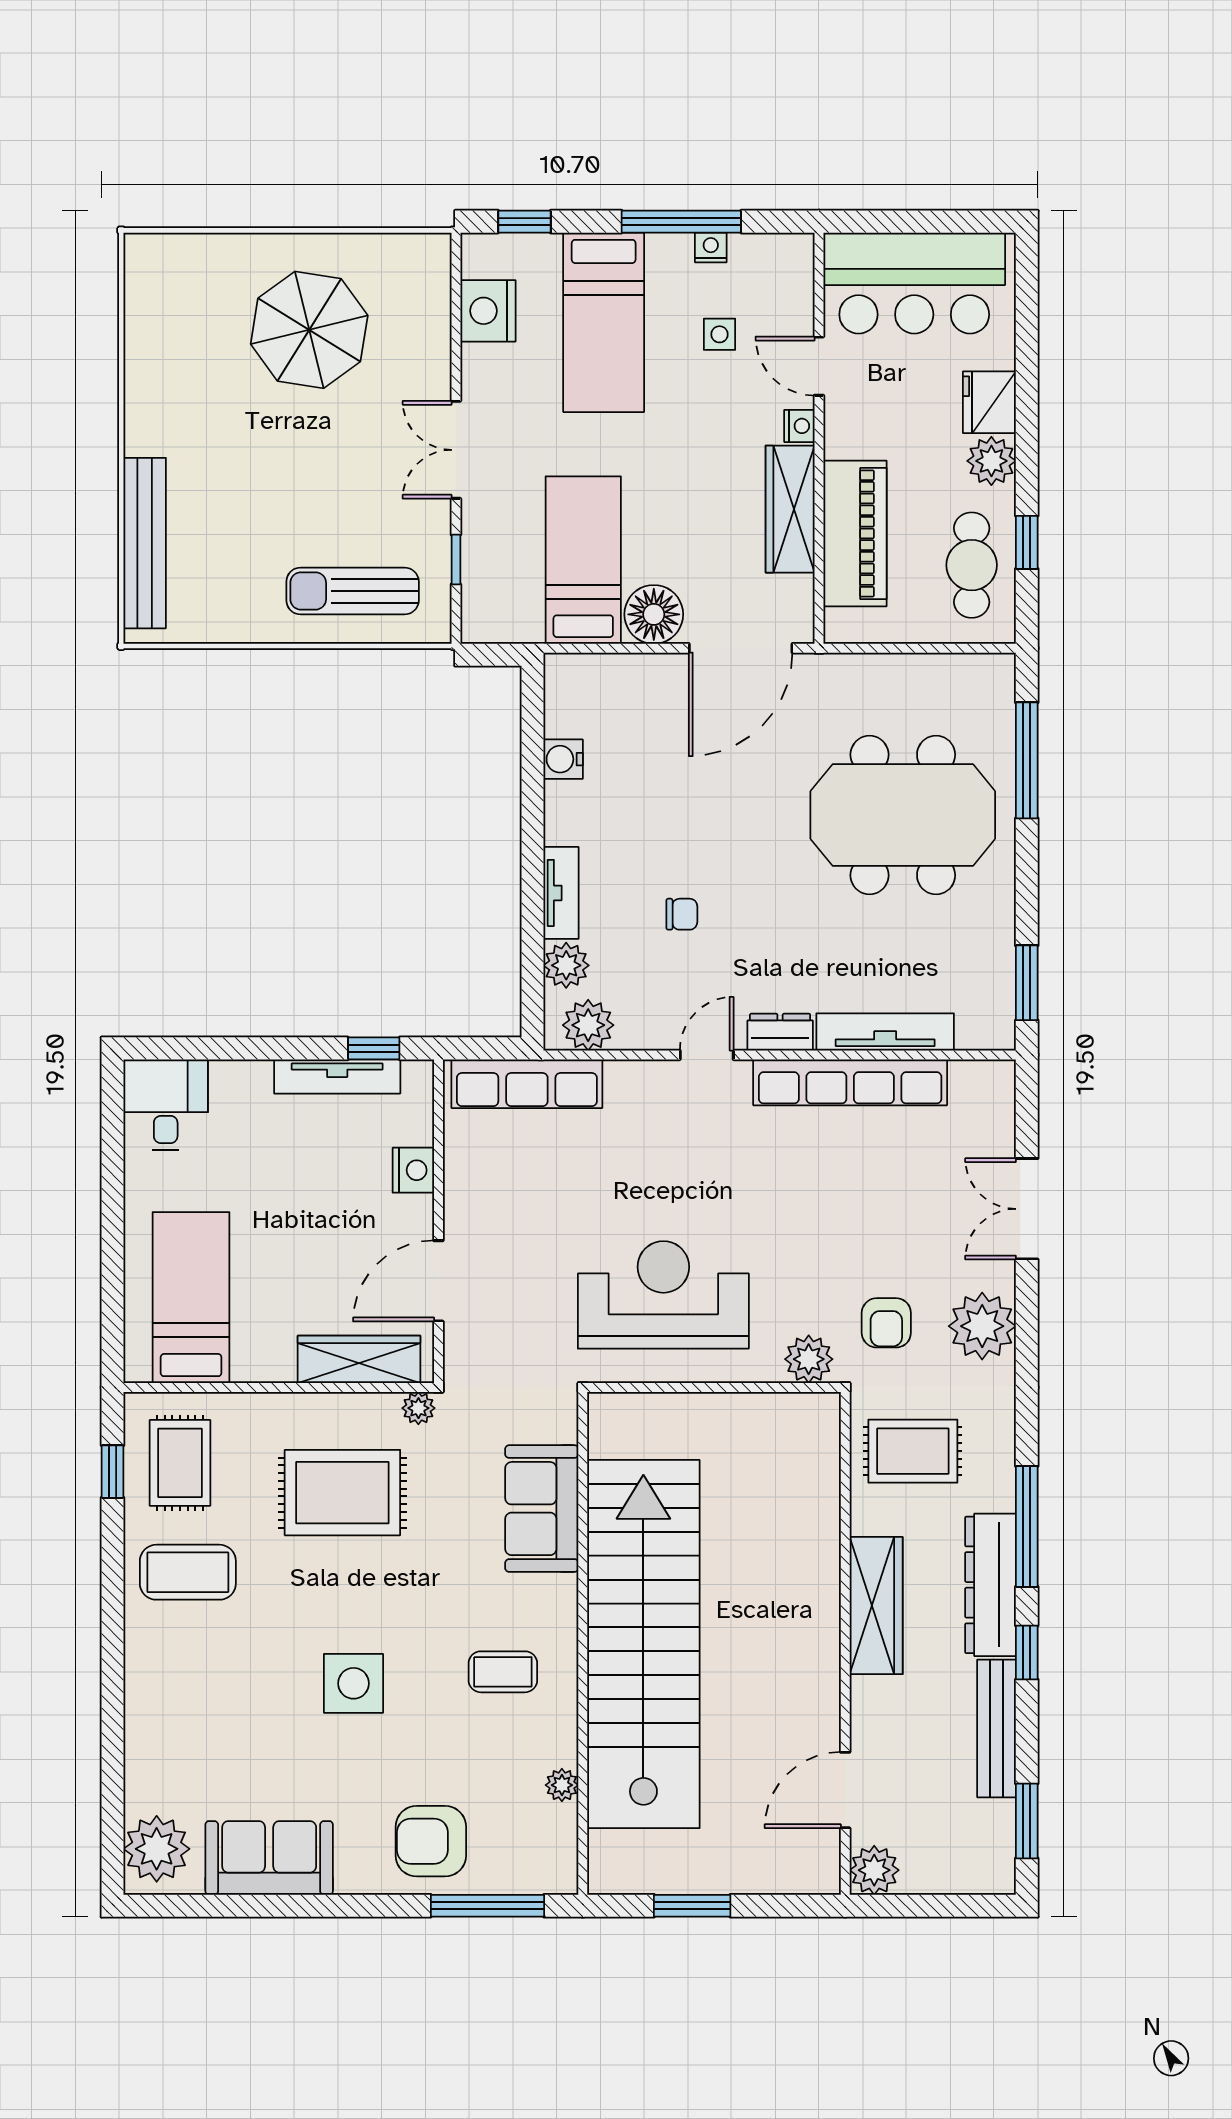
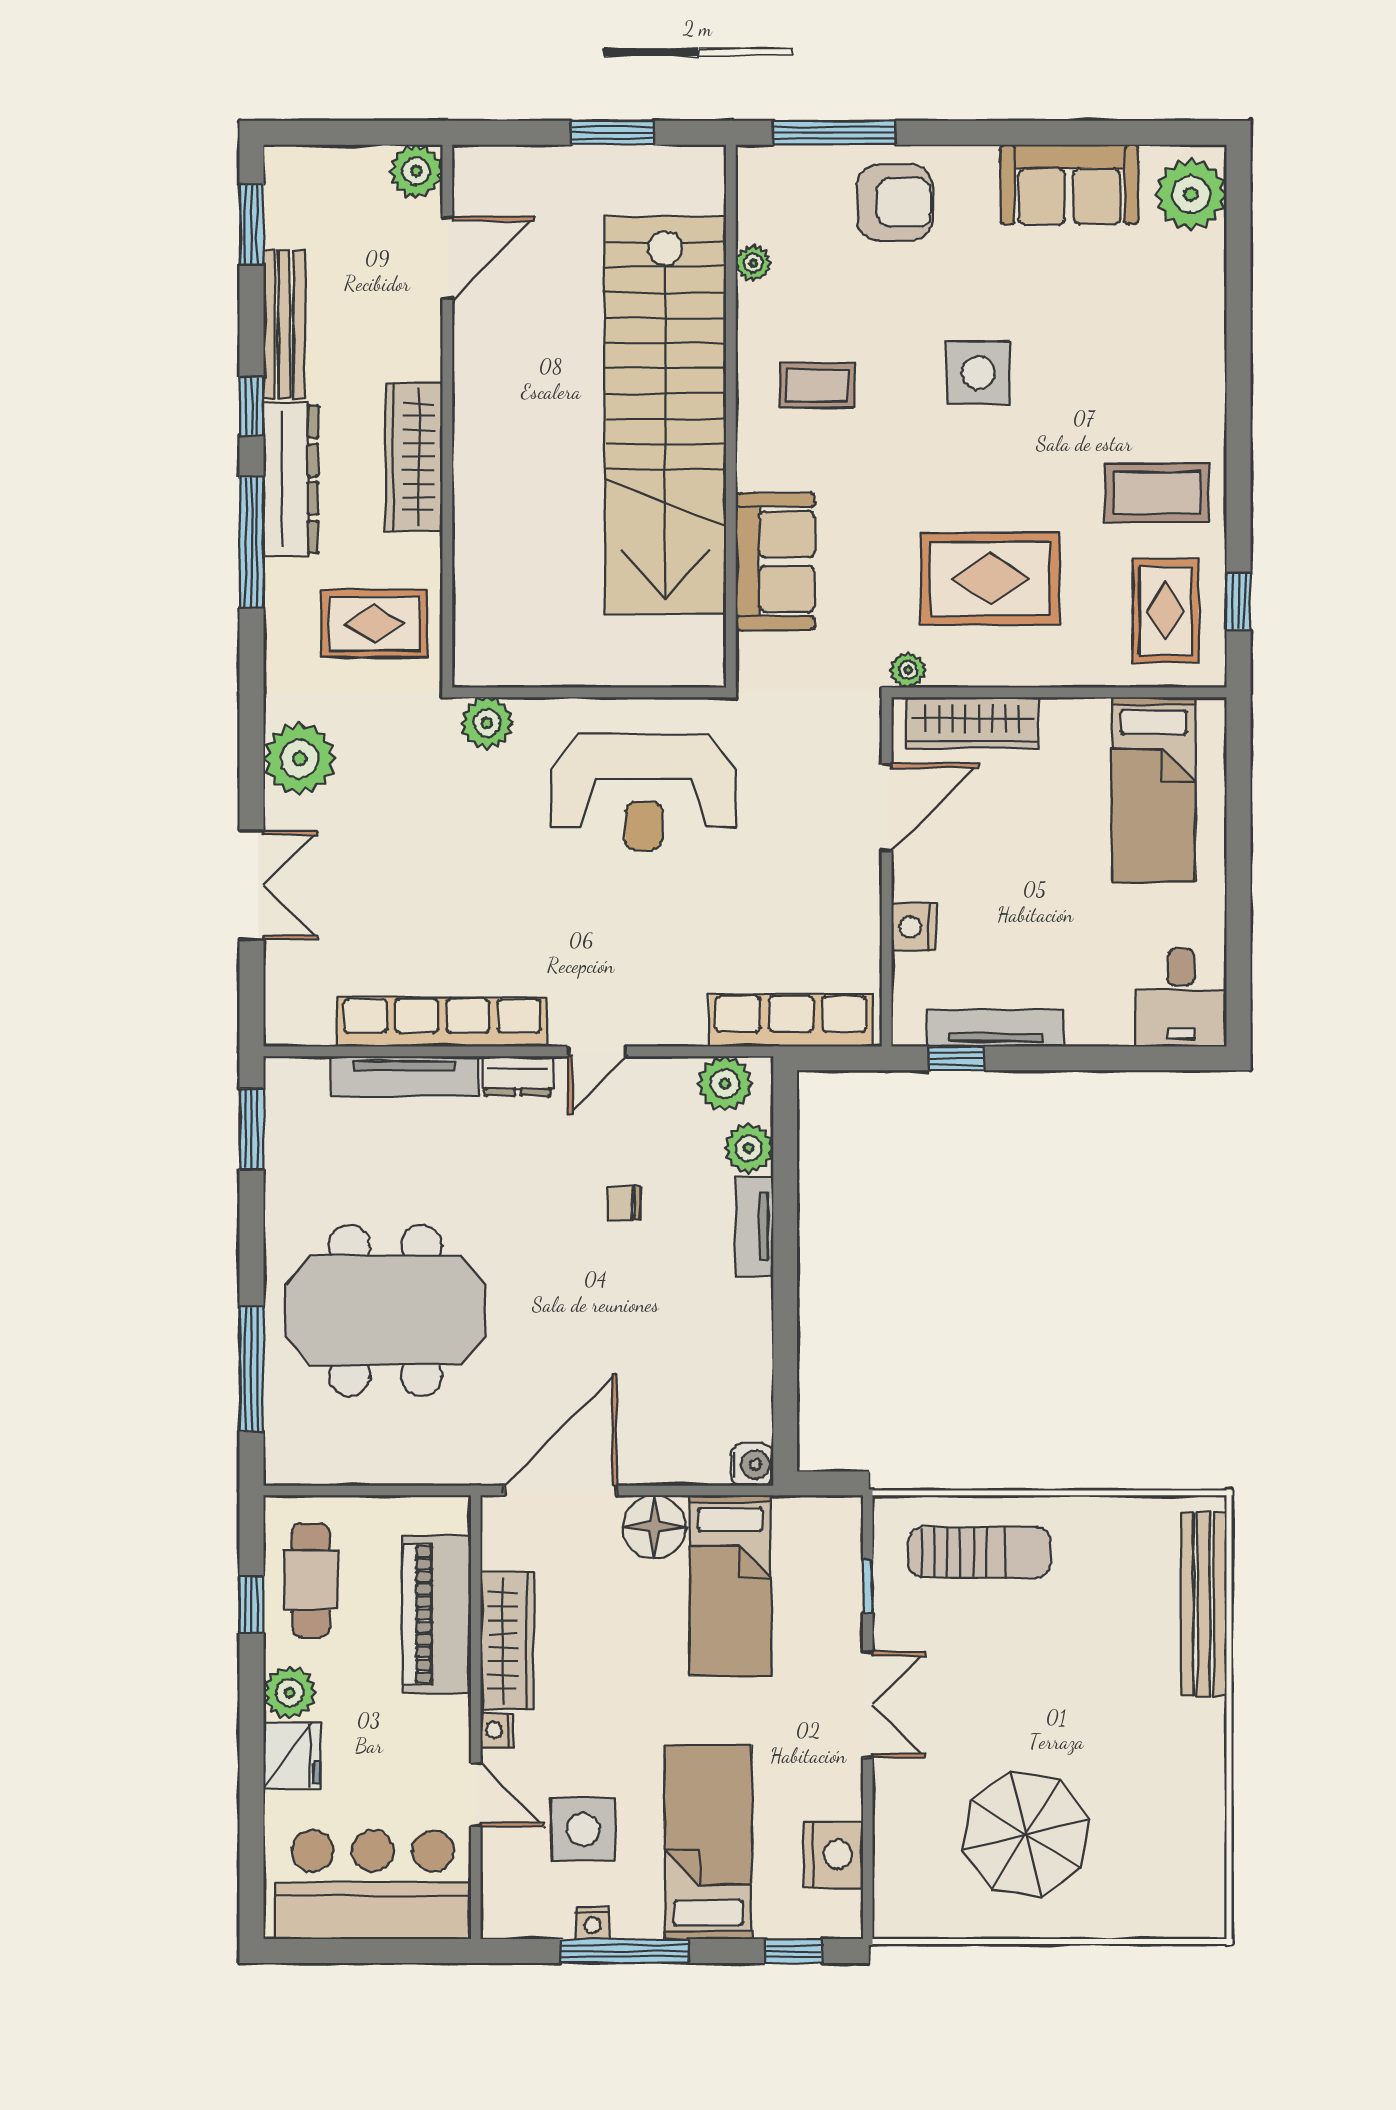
side table: (719, 334) -> (583, 1829), width x1.87, depth x1.87
water cooler: (563, 759) -> (752, 1464), moved
armchair: (886, 1323) -> (403, 762), removed

